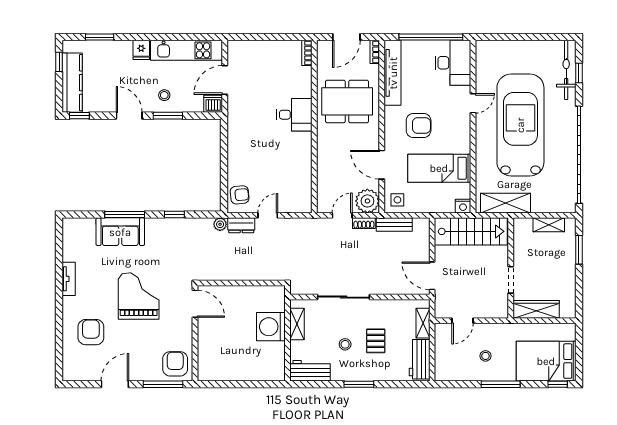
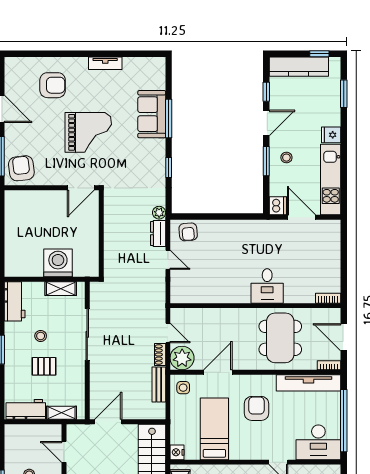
window: (79, 116) -> (266, 92), moved
armchair: (419, 126) -> (256, 408), turned 180
armchair: (175, 364) -> (21, 168), turned -97

